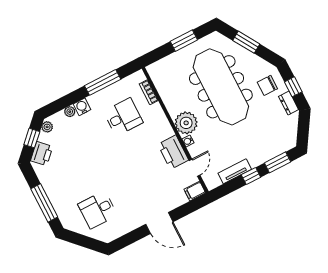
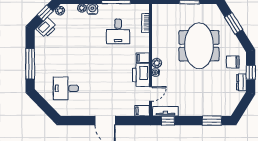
meeting table: (221, 87) -> (199, 46), width x0.73
desk: (123, 117) -> (118, 31), turned 90
plant: (186, 123) -> (157, 63), width x0.53, depth x0.53
filing cabinet: (165, 132) -> (143, 58), added
tv unit: (235, 171) -> (165, 111), moved
window: (251, 176) -> (168, 121), moved

